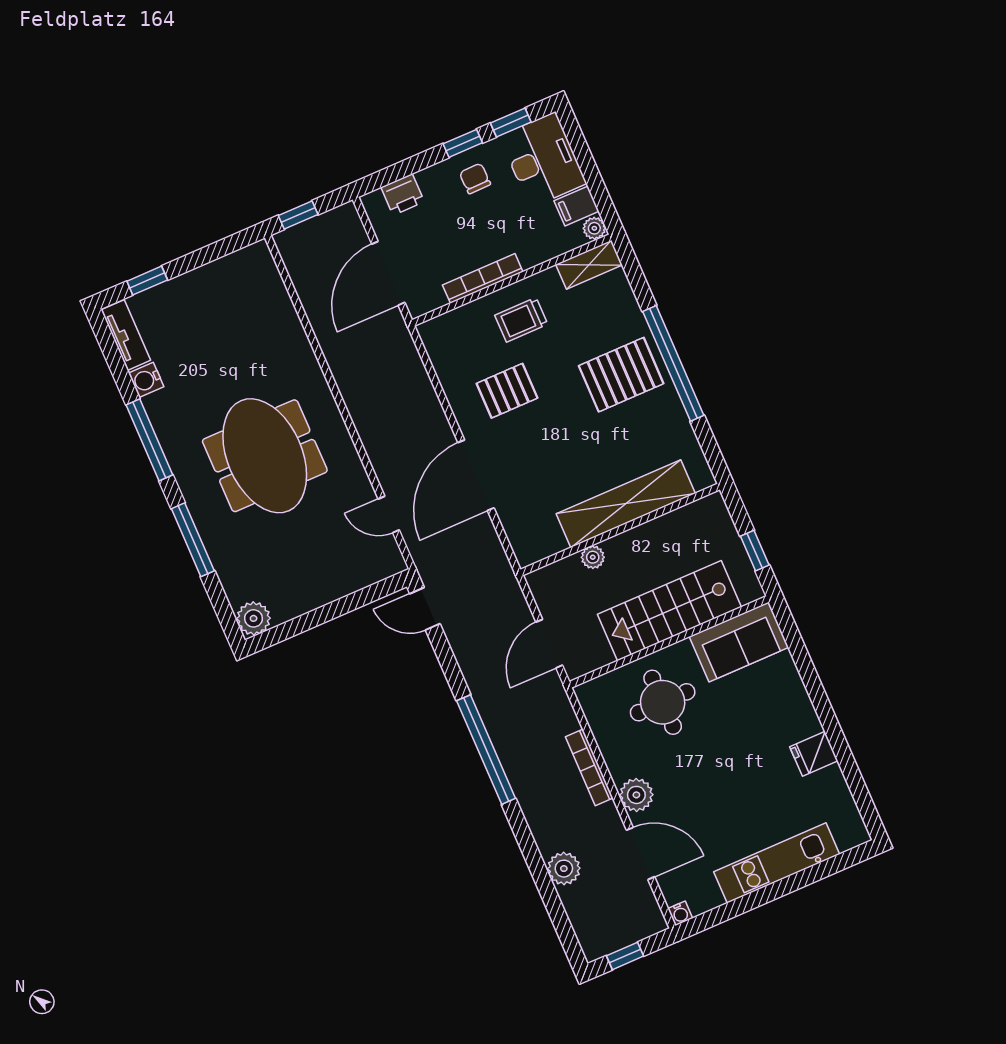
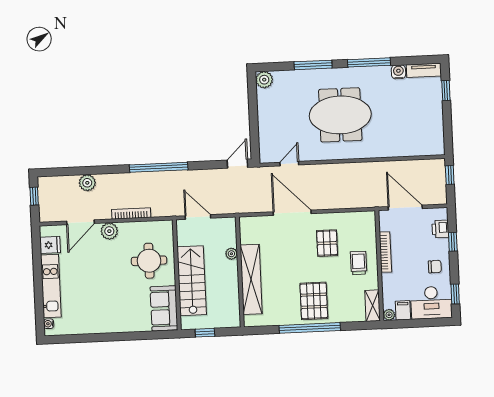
window: (463, 143) -> (453, 242), moved
fridge: (814, 754) -> (50, 245), moved, turned 90
water cooler: (680, 913) -> (49, 324), moved

